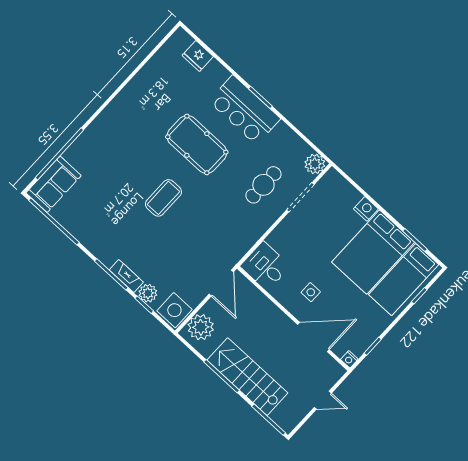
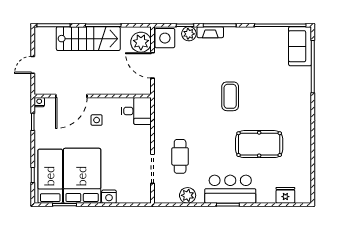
pool table: (197, 144) -> (259, 144), moved
plant: (315, 164) -> (188, 195), moved
door: (221, 283) -> (152, 65), moved

